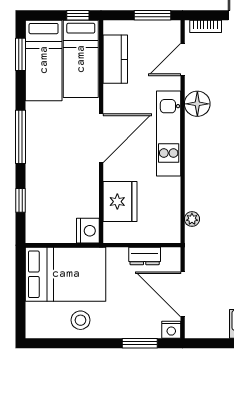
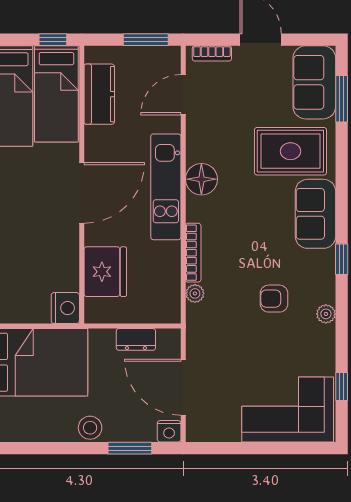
floor lamp: (197, 104) -> (201, 179), moved
bookcase: (191, 186) -> (193, 253), added
stool: (80, 320) -> (90, 428), moved

